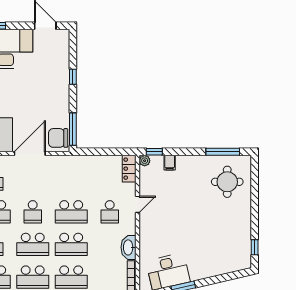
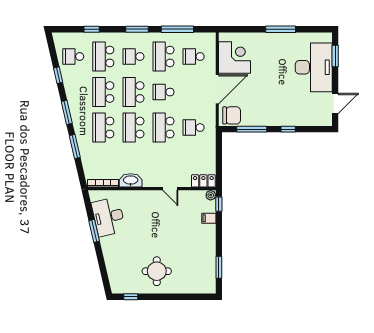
window: (73, 129) -> (252, 129), moved
chair: (58, 138) -> (232, 115), turned 90
window: (223, 152) -> (219, 267), width x0.69
door: (30, 154) -> (217, 89), hinge flipped
round table: (227, 182) -> (157, 271), moved
school desk: (110, 212) -> (194, 128), moved

